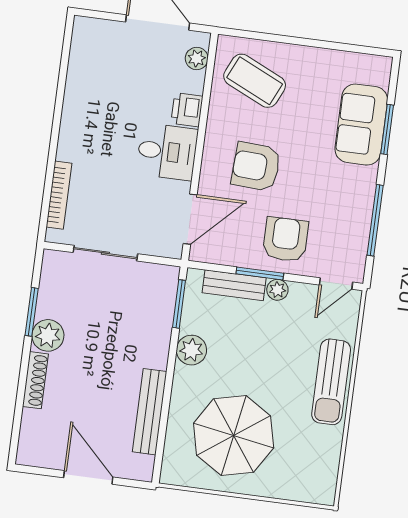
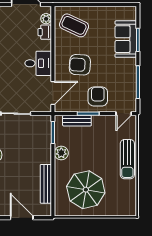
printer: (187, 110) -> (45, 32), moved
plant: (277, 290) -> (97, 120), removed

